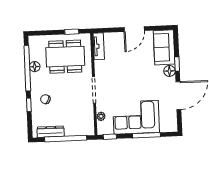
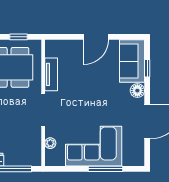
tv unit: (99, 46) -> (51, 74), moved
window: (177, 64) -> (147, 68), moved
window: (110, 137) -> (60, 169), removed

